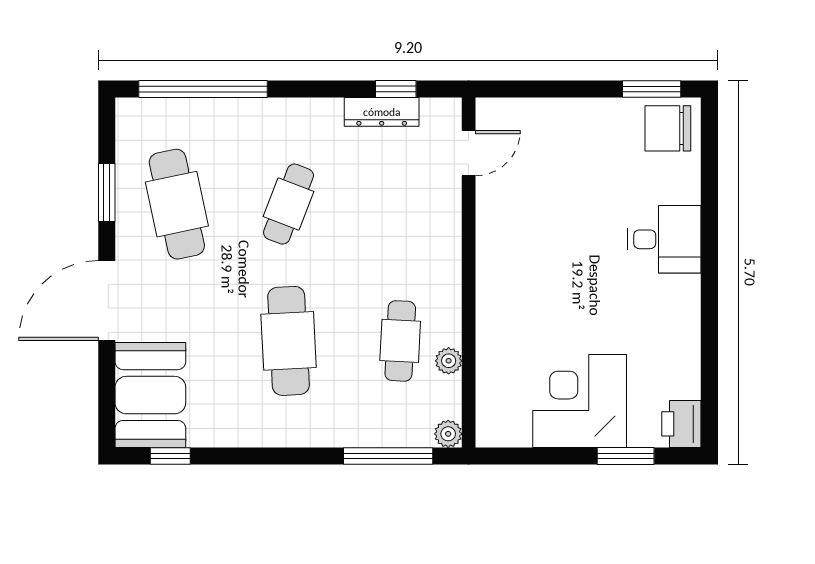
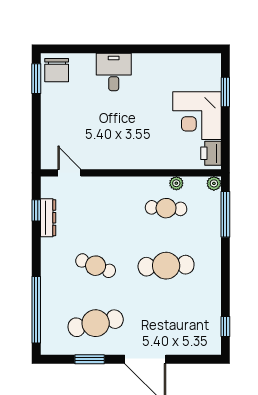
booth: (150, 395) -> (194, 337), removed
printer: (681, 424) -> (211, 153), moved, turned 90

